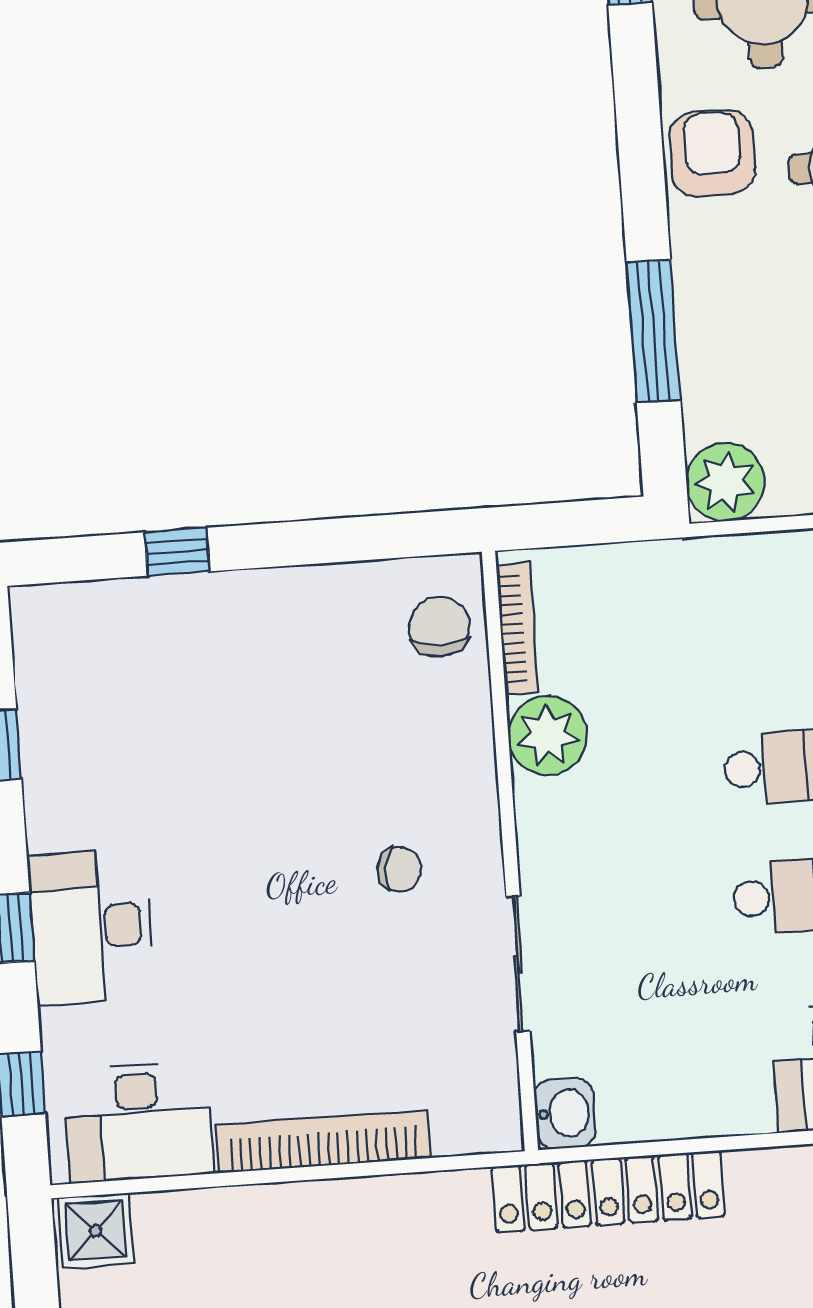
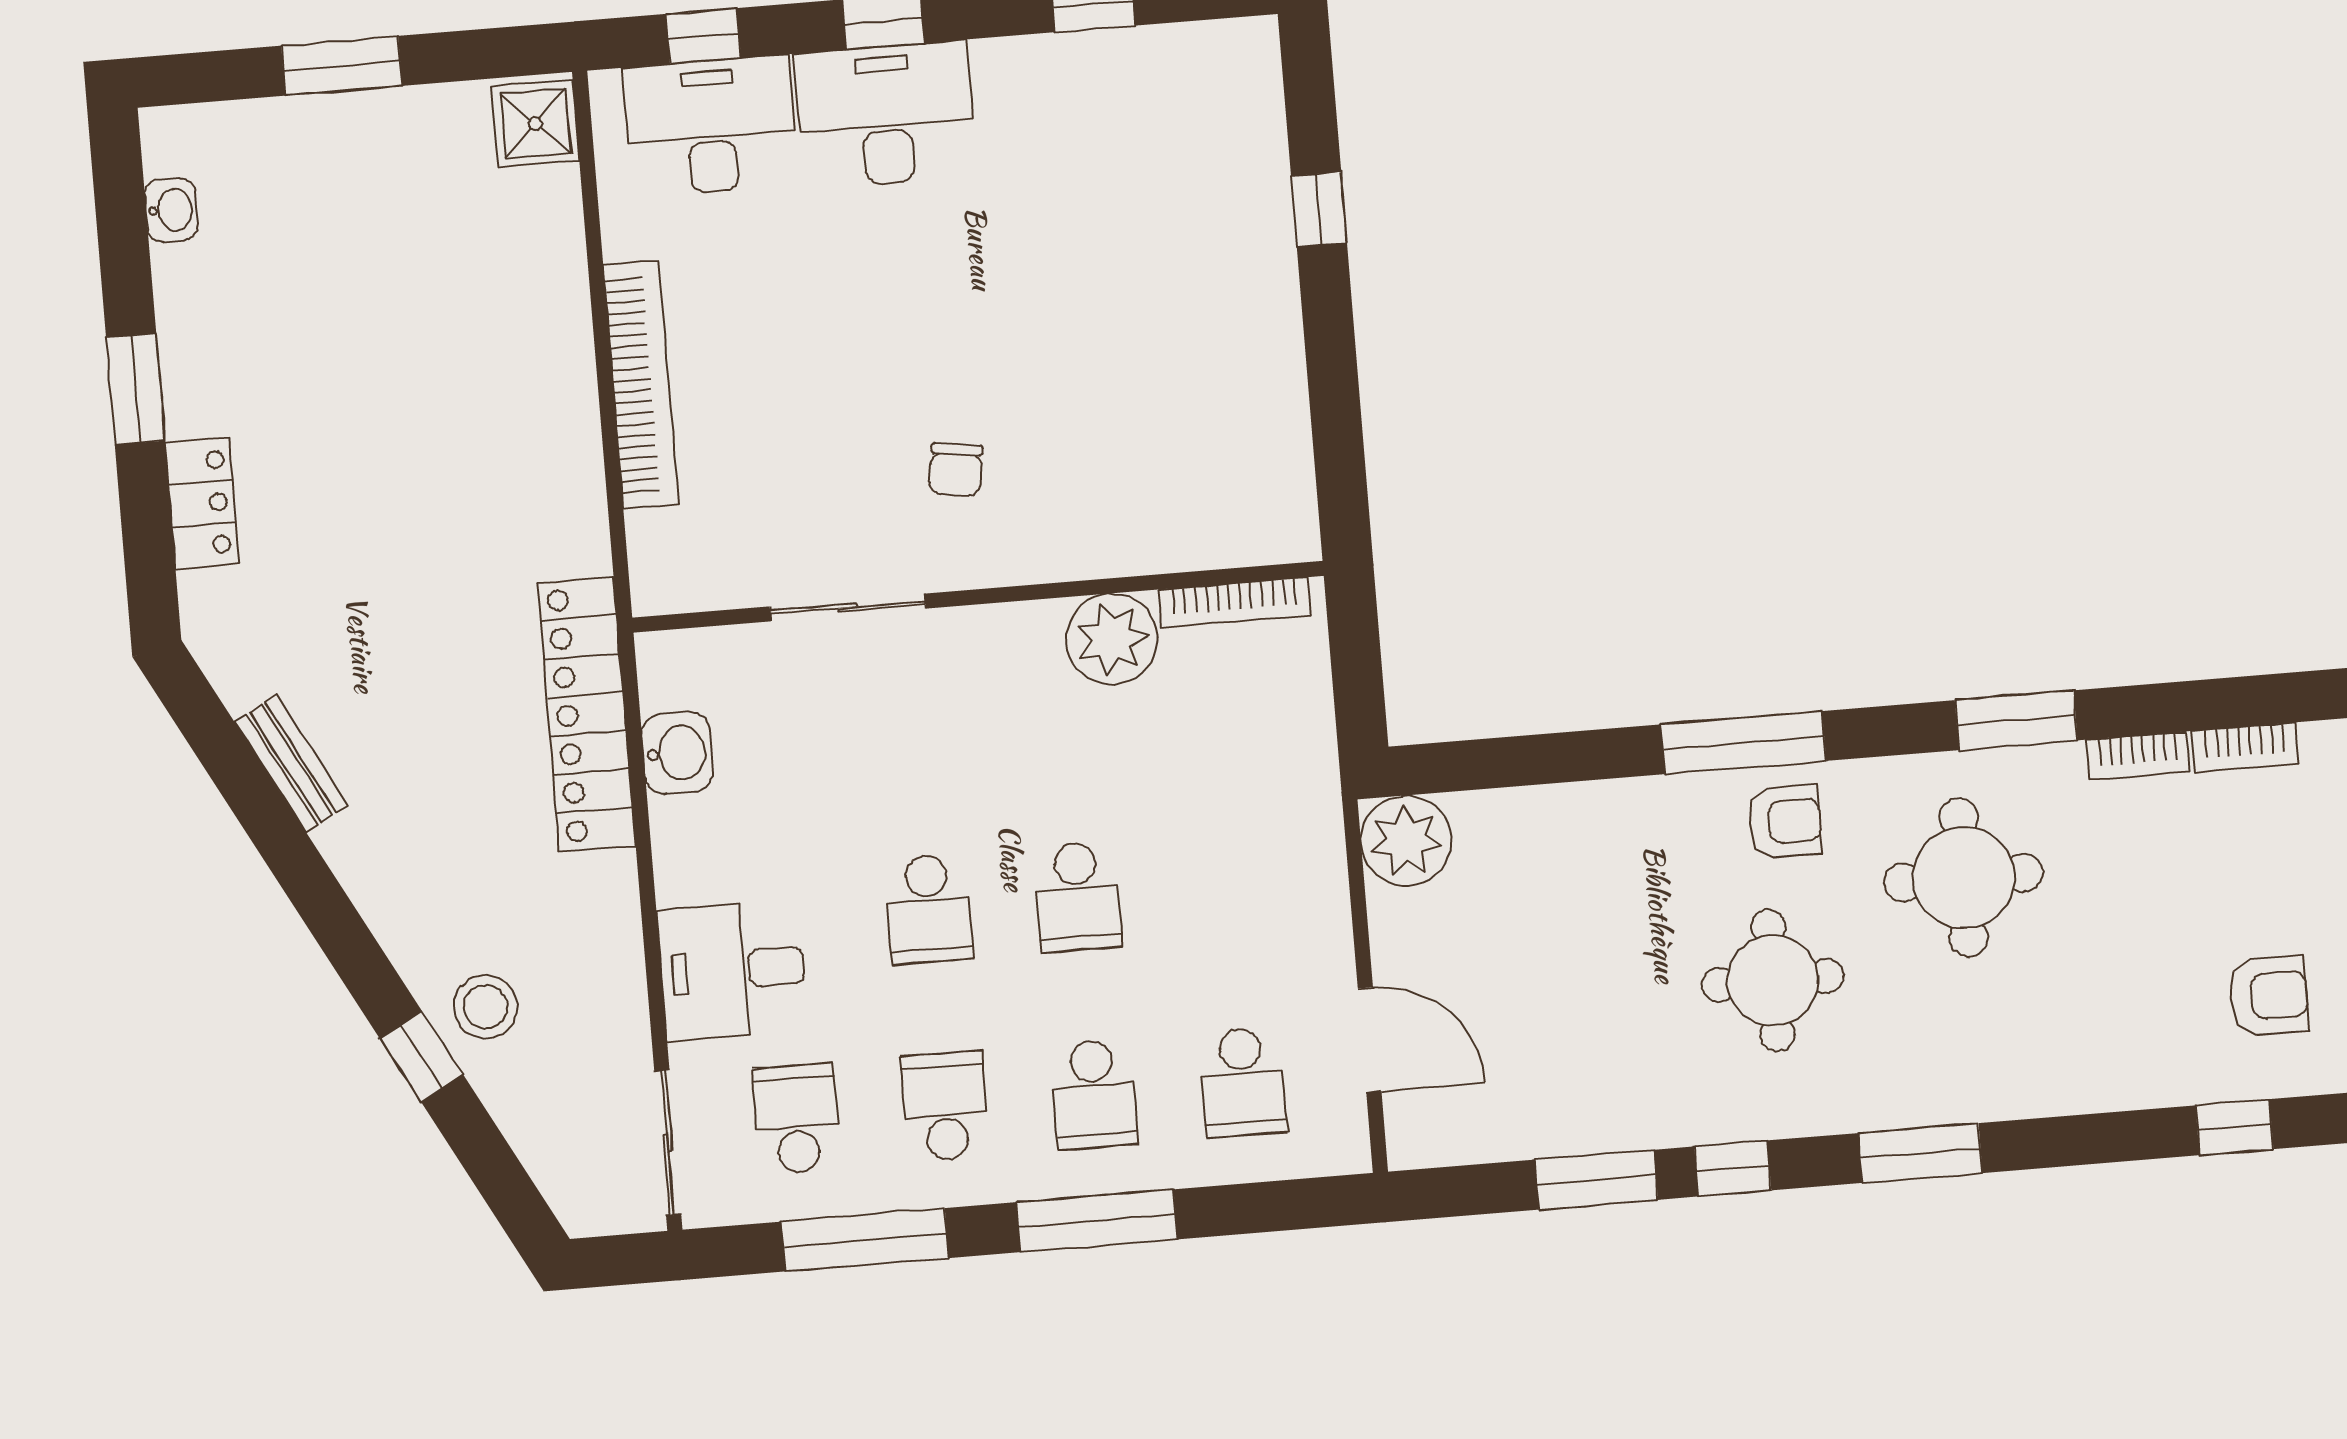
armchair: (712, 153) -> (1785, 822), width x0.72, depth x0.72
window: (654, 331) -> (1743, 743), moved
chair: (439, 627) -> (1236, 513), removed
washbasin: (565, 1113) -> (677, 753), moved, turned -90
desk: (138, 1122) -> (711, 126), moved, turned 90

